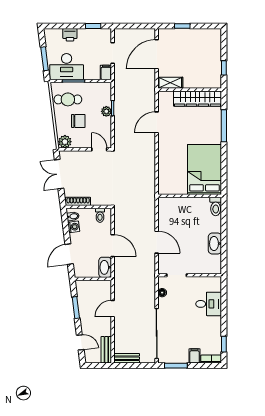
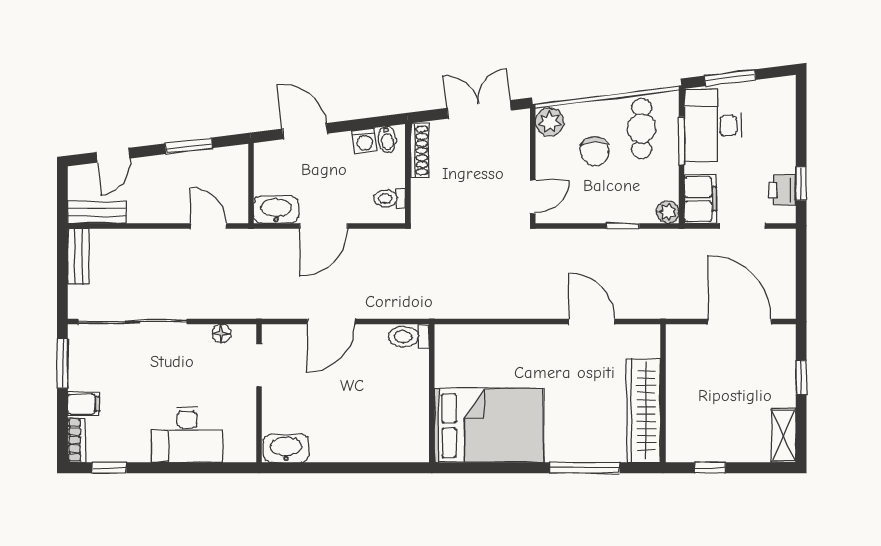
printer: (70, 35) -> (782, 190), moved
filing cabinet: (106, 72) -> (700, 199), width x2.00
shelving: (170, 83) -> (784, 435), moved
plant: (106, 111) -> (668, 212), moved
toilet: (216, 206) -> (409, 337), moved
washbasin: (215, 244) -> (286, 448), moved
desk: (209, 304) -> (187, 435), width x1.37
door: (113, 309) -> (208, 226), moved

